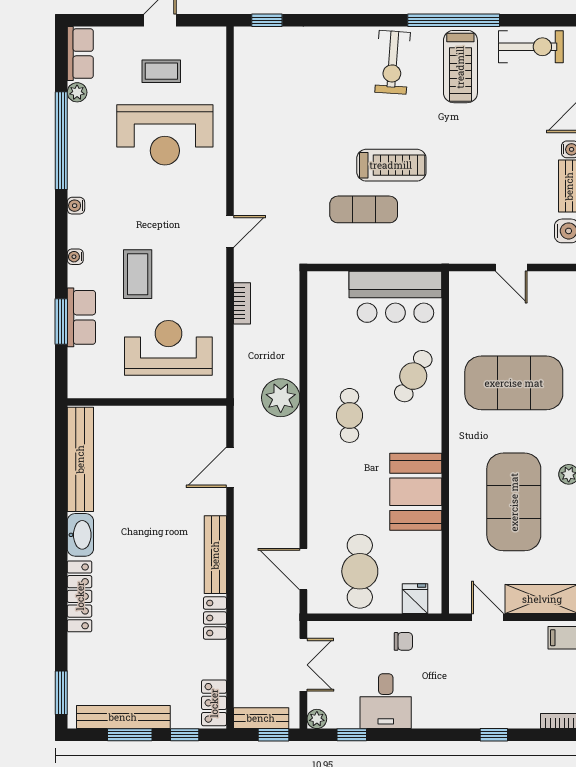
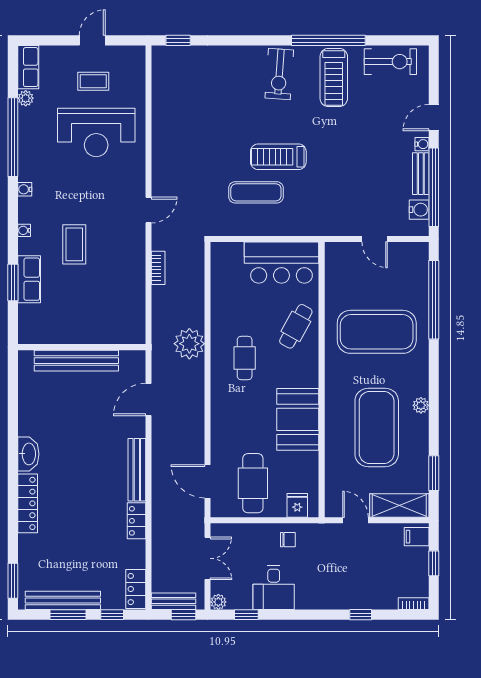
treadmill: (391, 165) -> (278, 157), turned 180
reception desk: (168, 348) -> (99, 304), removed
bench: (80, 459) -> (76, 361), moved, turned 90

